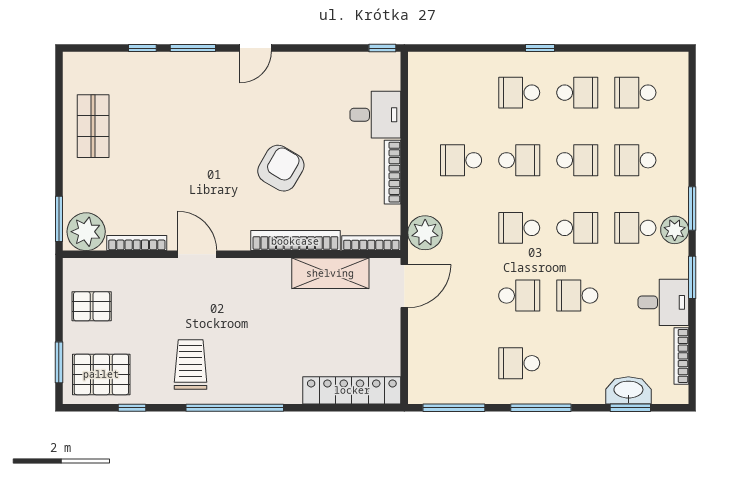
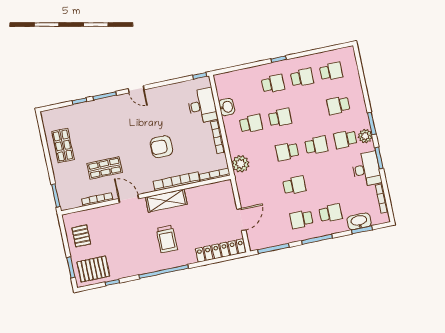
door: (255, 48) -> (136, 89), hinge flipped
school desk: (519, 93) -> (273, 84), turned 180
school desk: (635, 93) -> (331, 71), turned 180
desk: (375, 115) -> (202, 106), width x1.37
washbasin: (422, 118) -> (227, 107), added
school desk: (461, 160) -> (251, 124), turned 180
school desk: (577, 160) -> (309, 111), removed
armchair: (281, 168) -> (161, 147), turned -120
shop shelf: (164, 186) -> (105, 168), added
plant: (86, 232) -> (71, 199), removed
shelving: (330, 273) -> (166, 201), moved
door: (404, 286) -> (241, 220), moved
school desk: (577, 296) -> (331, 213), moved, turned 180
desk: (663, 302) -> (366, 169), width x1.37
pallet: (92, 306) -> (81, 236), turned 90
trolley: (191, 364) -> (167, 239), moved, turned 180

